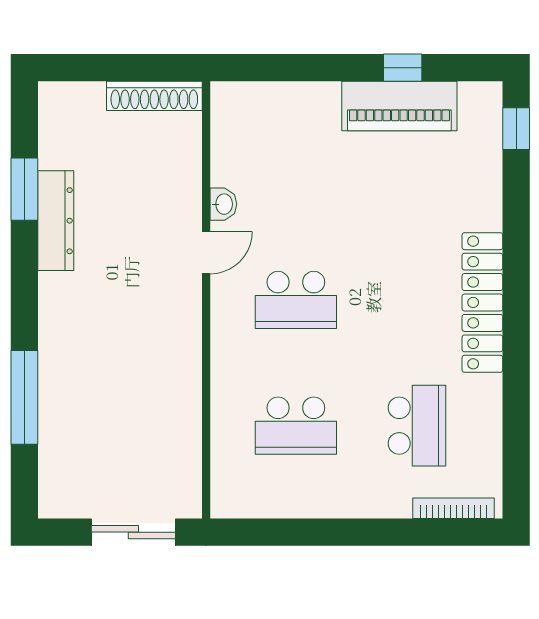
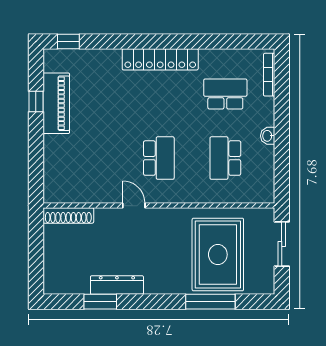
shoe rack: (154, 96) -> (68, 215), moved, turned 90
washbasin: (223, 204) -> (268, 136), moved, turned -90
rug: (114, 411) -> (218, 255), added
school desk: (296, 426) -> (225, 158), turned 180

